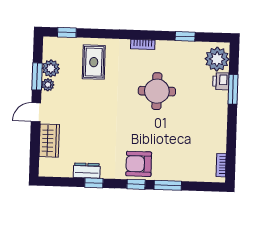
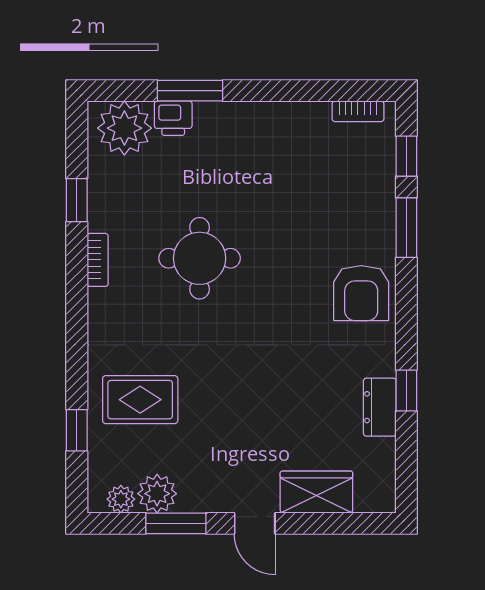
window: (67, 32) -> (77, 430), moved
bookcase: (143, 44) -> (98, 260), moved
plant: (48, 85) -> (121, 499), moved
window: (136, 184) -> (406, 156), moved

